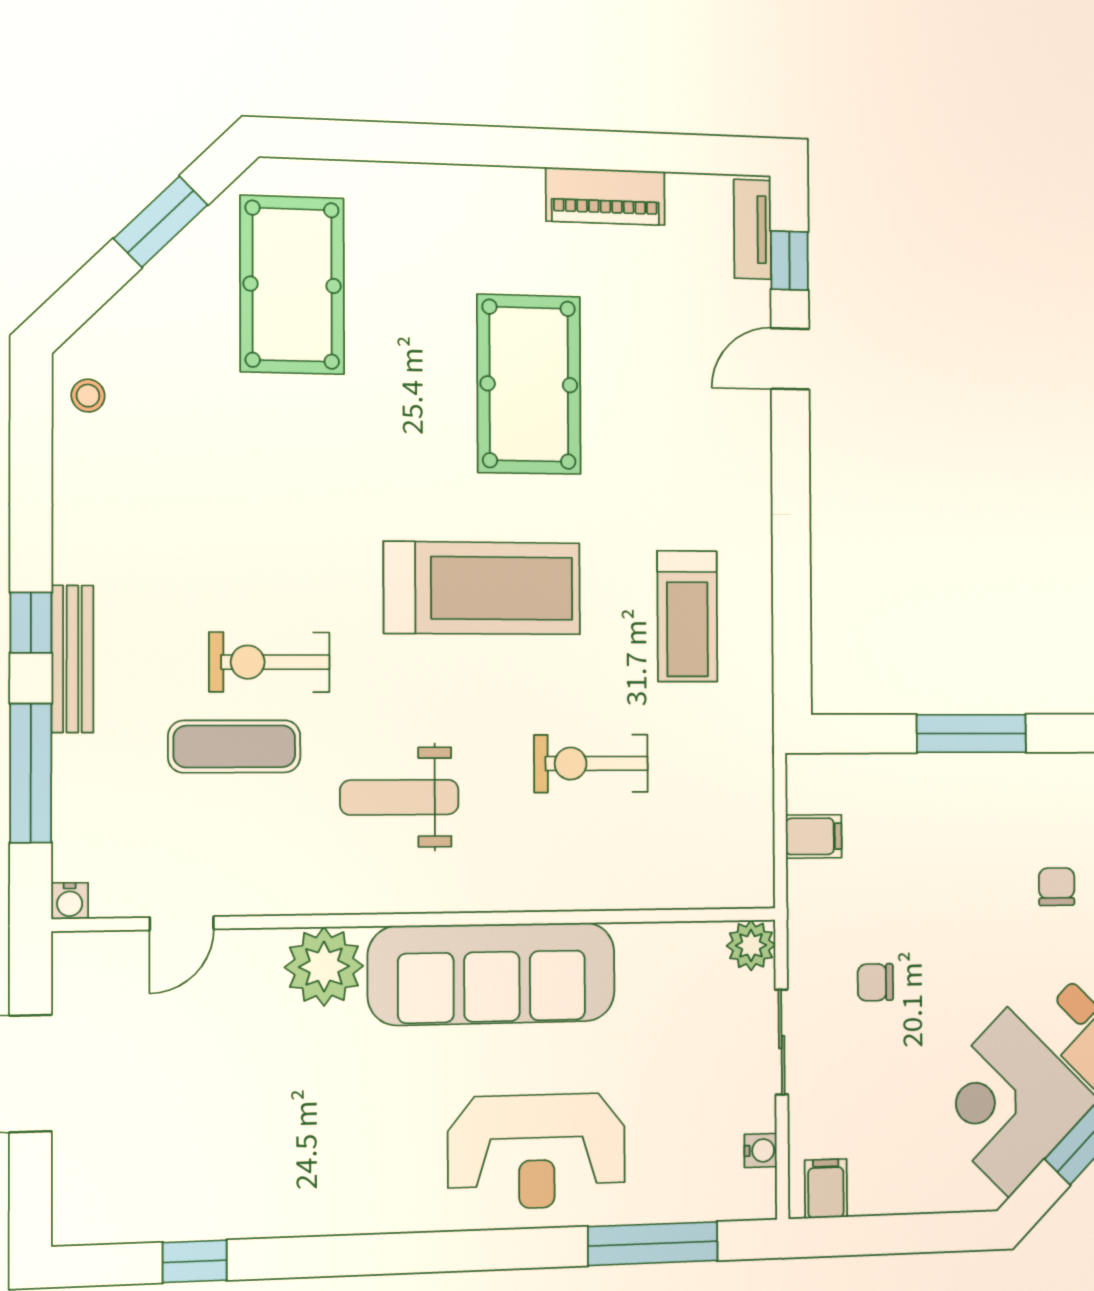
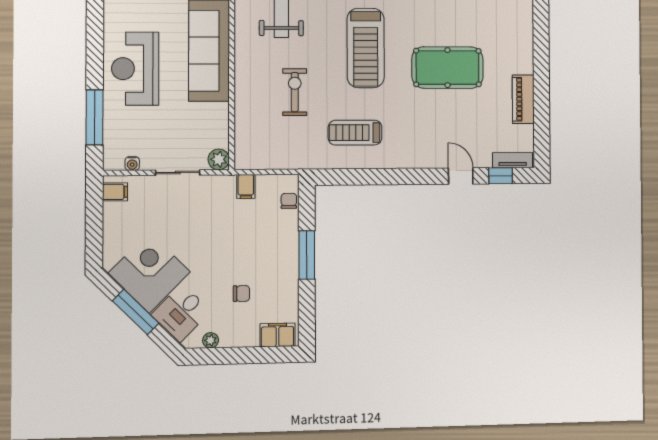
filing cabinet: (814, 836) -> (246, 187), moved
chair: (875, 982) -> (289, 201), moved

